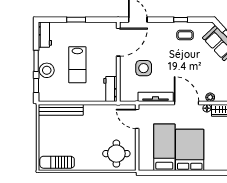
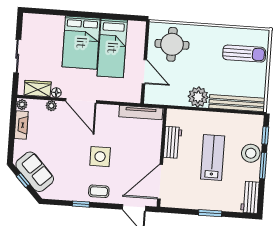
coffee table: (185, 35) -> (99, 191), moved
side table: (144, 68) -> (100, 157), moved
workbench: (110, 89) -> (173, 142), moved
tv unit: (156, 97) -> (141, 113), moved
plant: (92, 113) -> (198, 97), added
door: (137, 119) -> (144, 72), moved
sun lounger: (57, 162) -> (244, 54), moved

